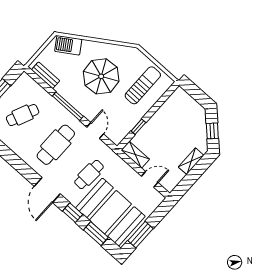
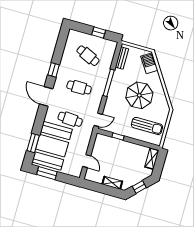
door: (95, 131) -> (98, 120), moved
cafe table: (56, 145) -> (79, 87), width x0.73, depth x0.74
shelving: (135, 155) -> (152, 159), moved
door: (47, 190) -> (46, 96), hinge flipped
window: (73, 213) -> (54, 70), moved

